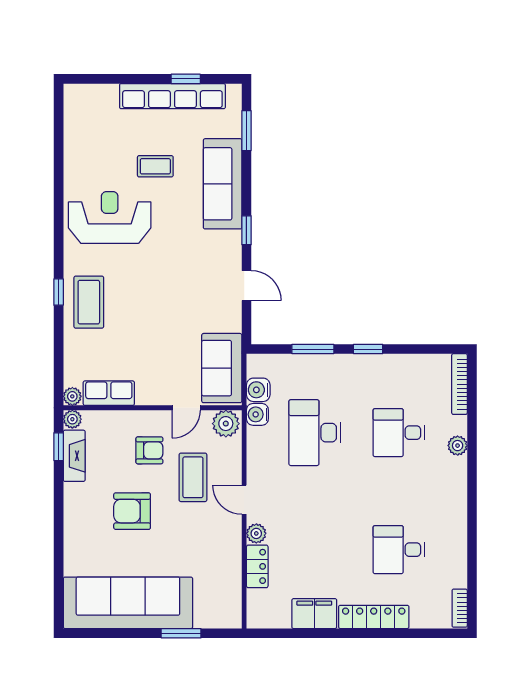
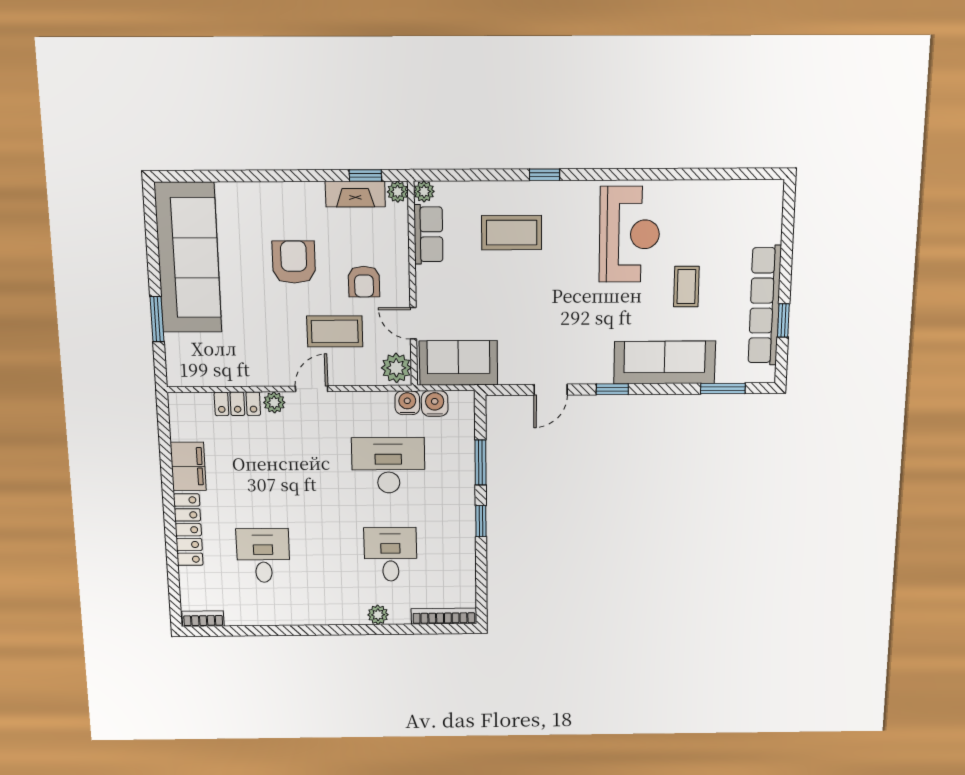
coffee table: (89, 302) -> (512, 233), moved

